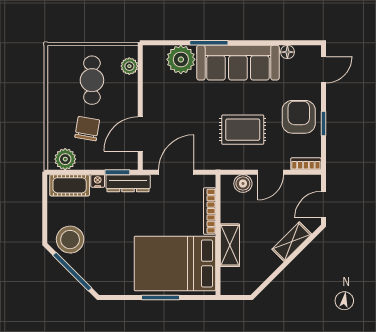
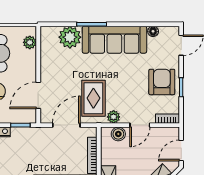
rug: (243, 130) -> (93, 98), moved, turned 90
plant: (237, 162) -> (114, 117), added
dresser: (128, 183) -> (29, 134), removed

